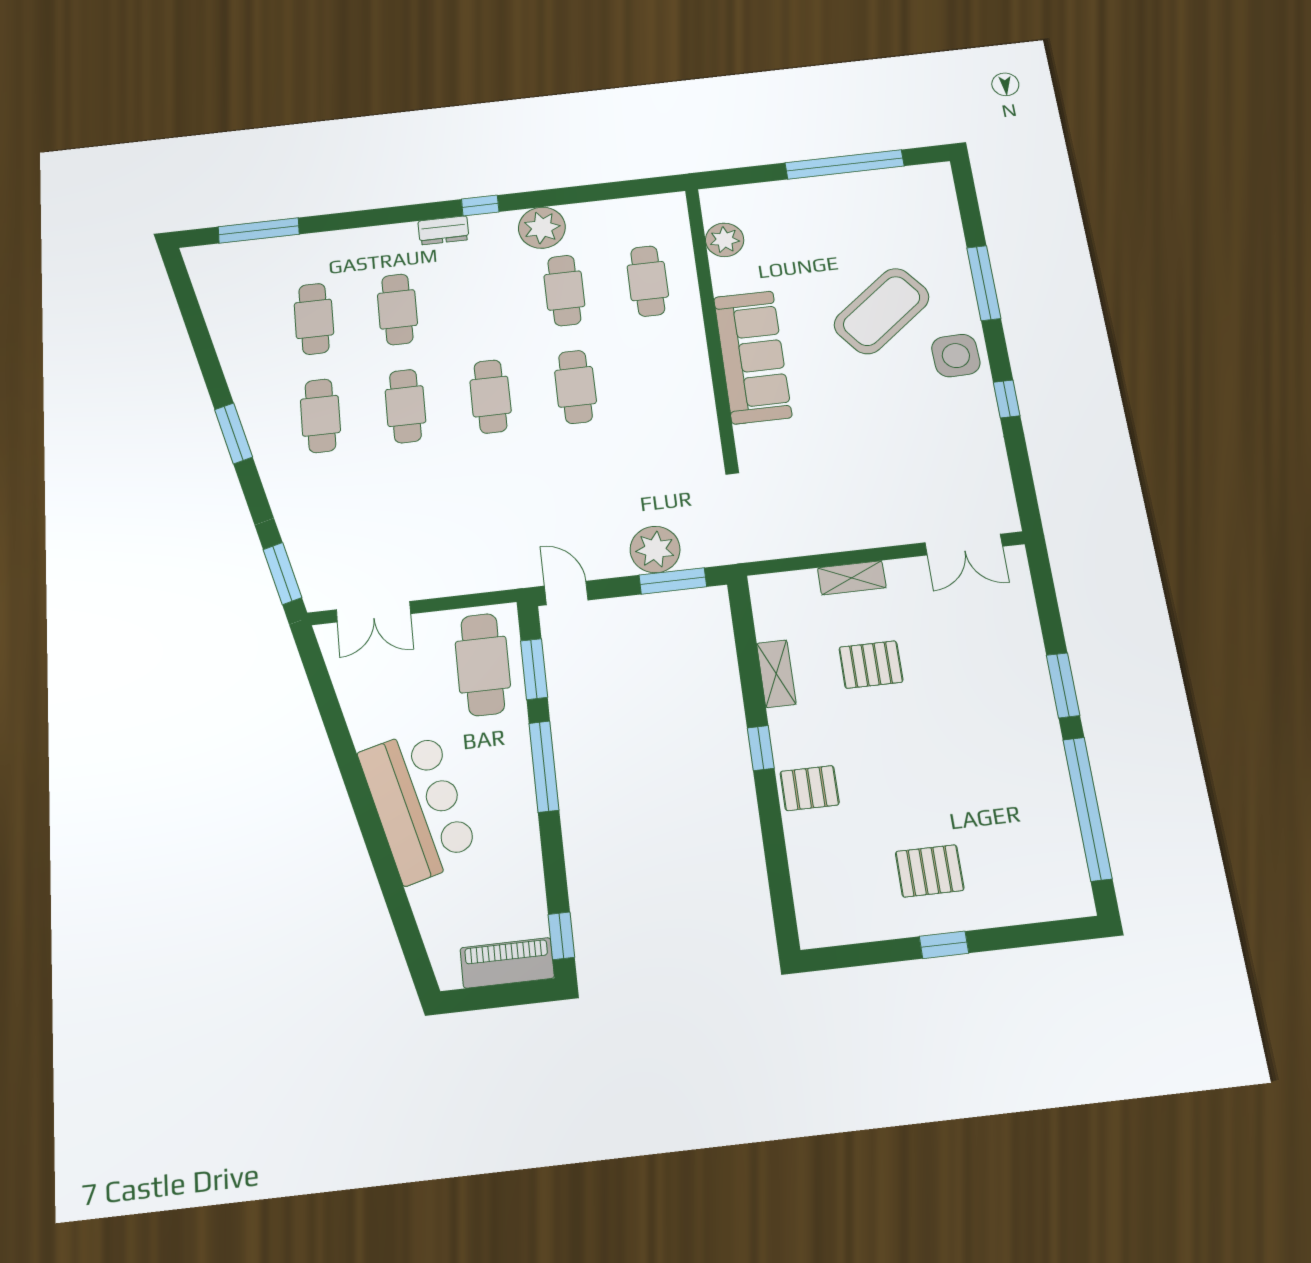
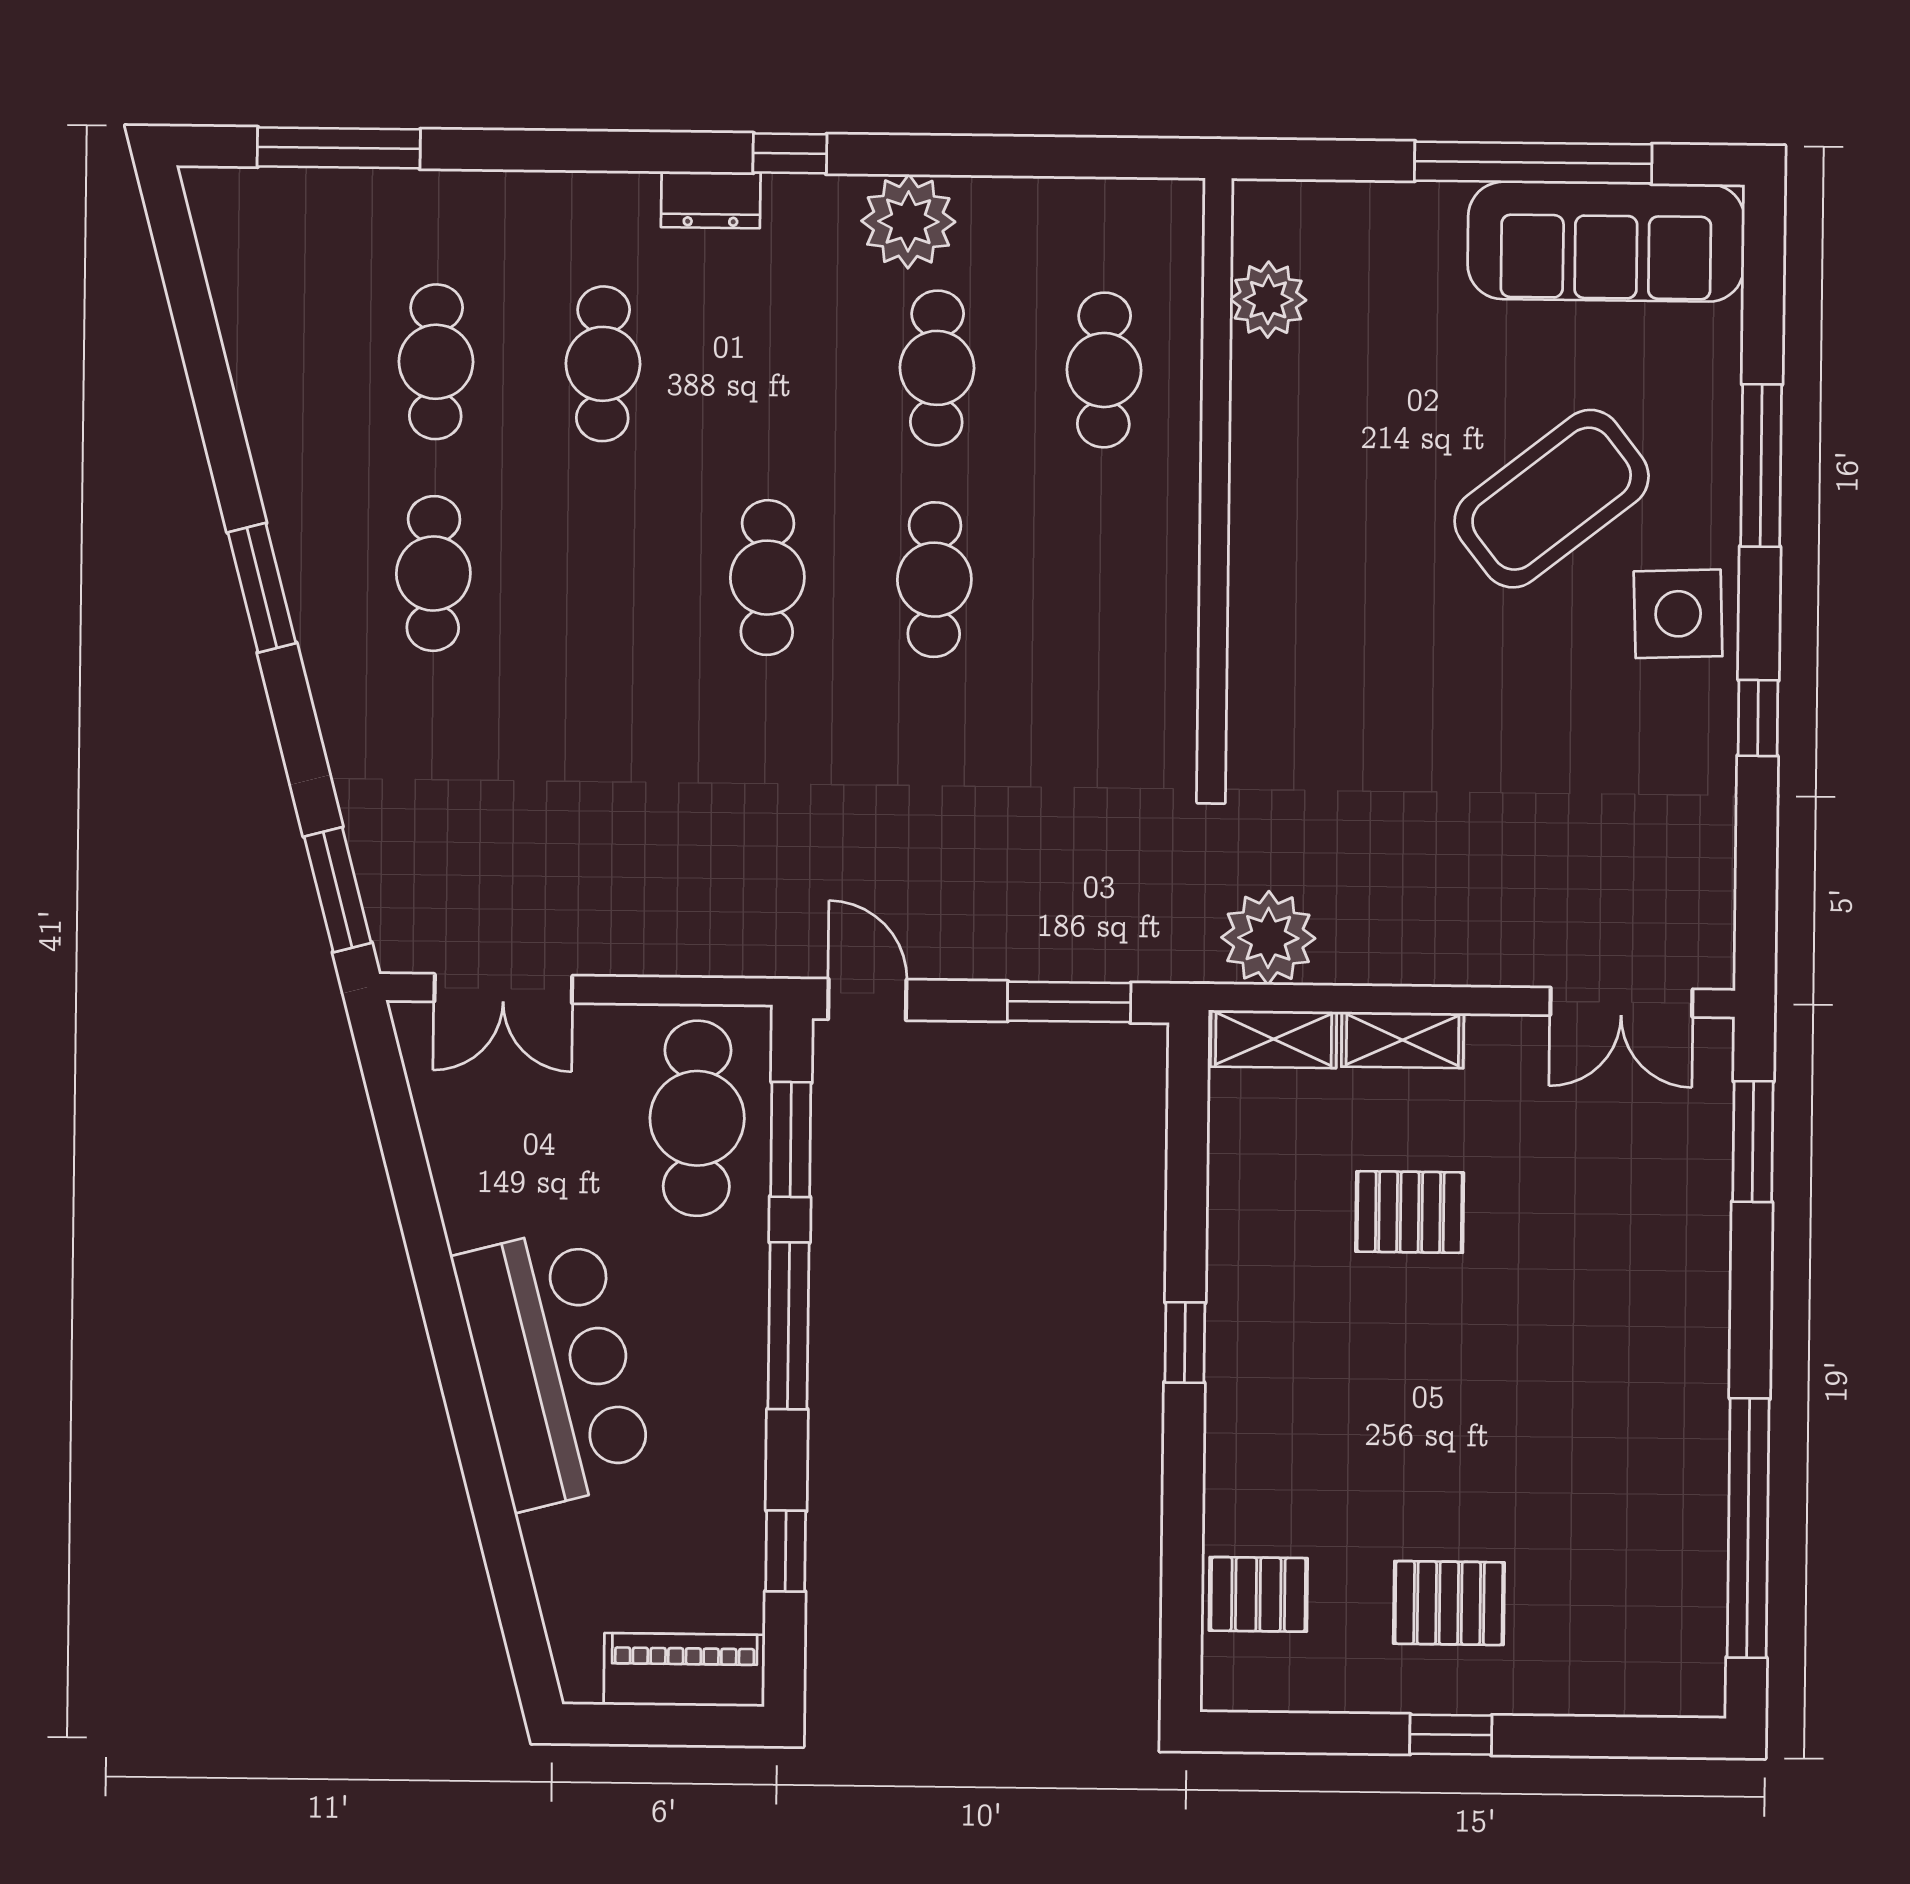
sofa: (753, 357) -> (1606, 242), moved, turned 90
cafe table: (405, 406) -> (600, 576), removed
plant: (655, 549) -> (1268, 938), moved
shelving: (776, 674) -> (1274, 1039), moved, turned 90
window: (1063, 685) -> (1753, 1142), moved
pallet: (810, 788) -> (1258, 1594), moved
window: (561, 936) -> (786, 1551), moved

